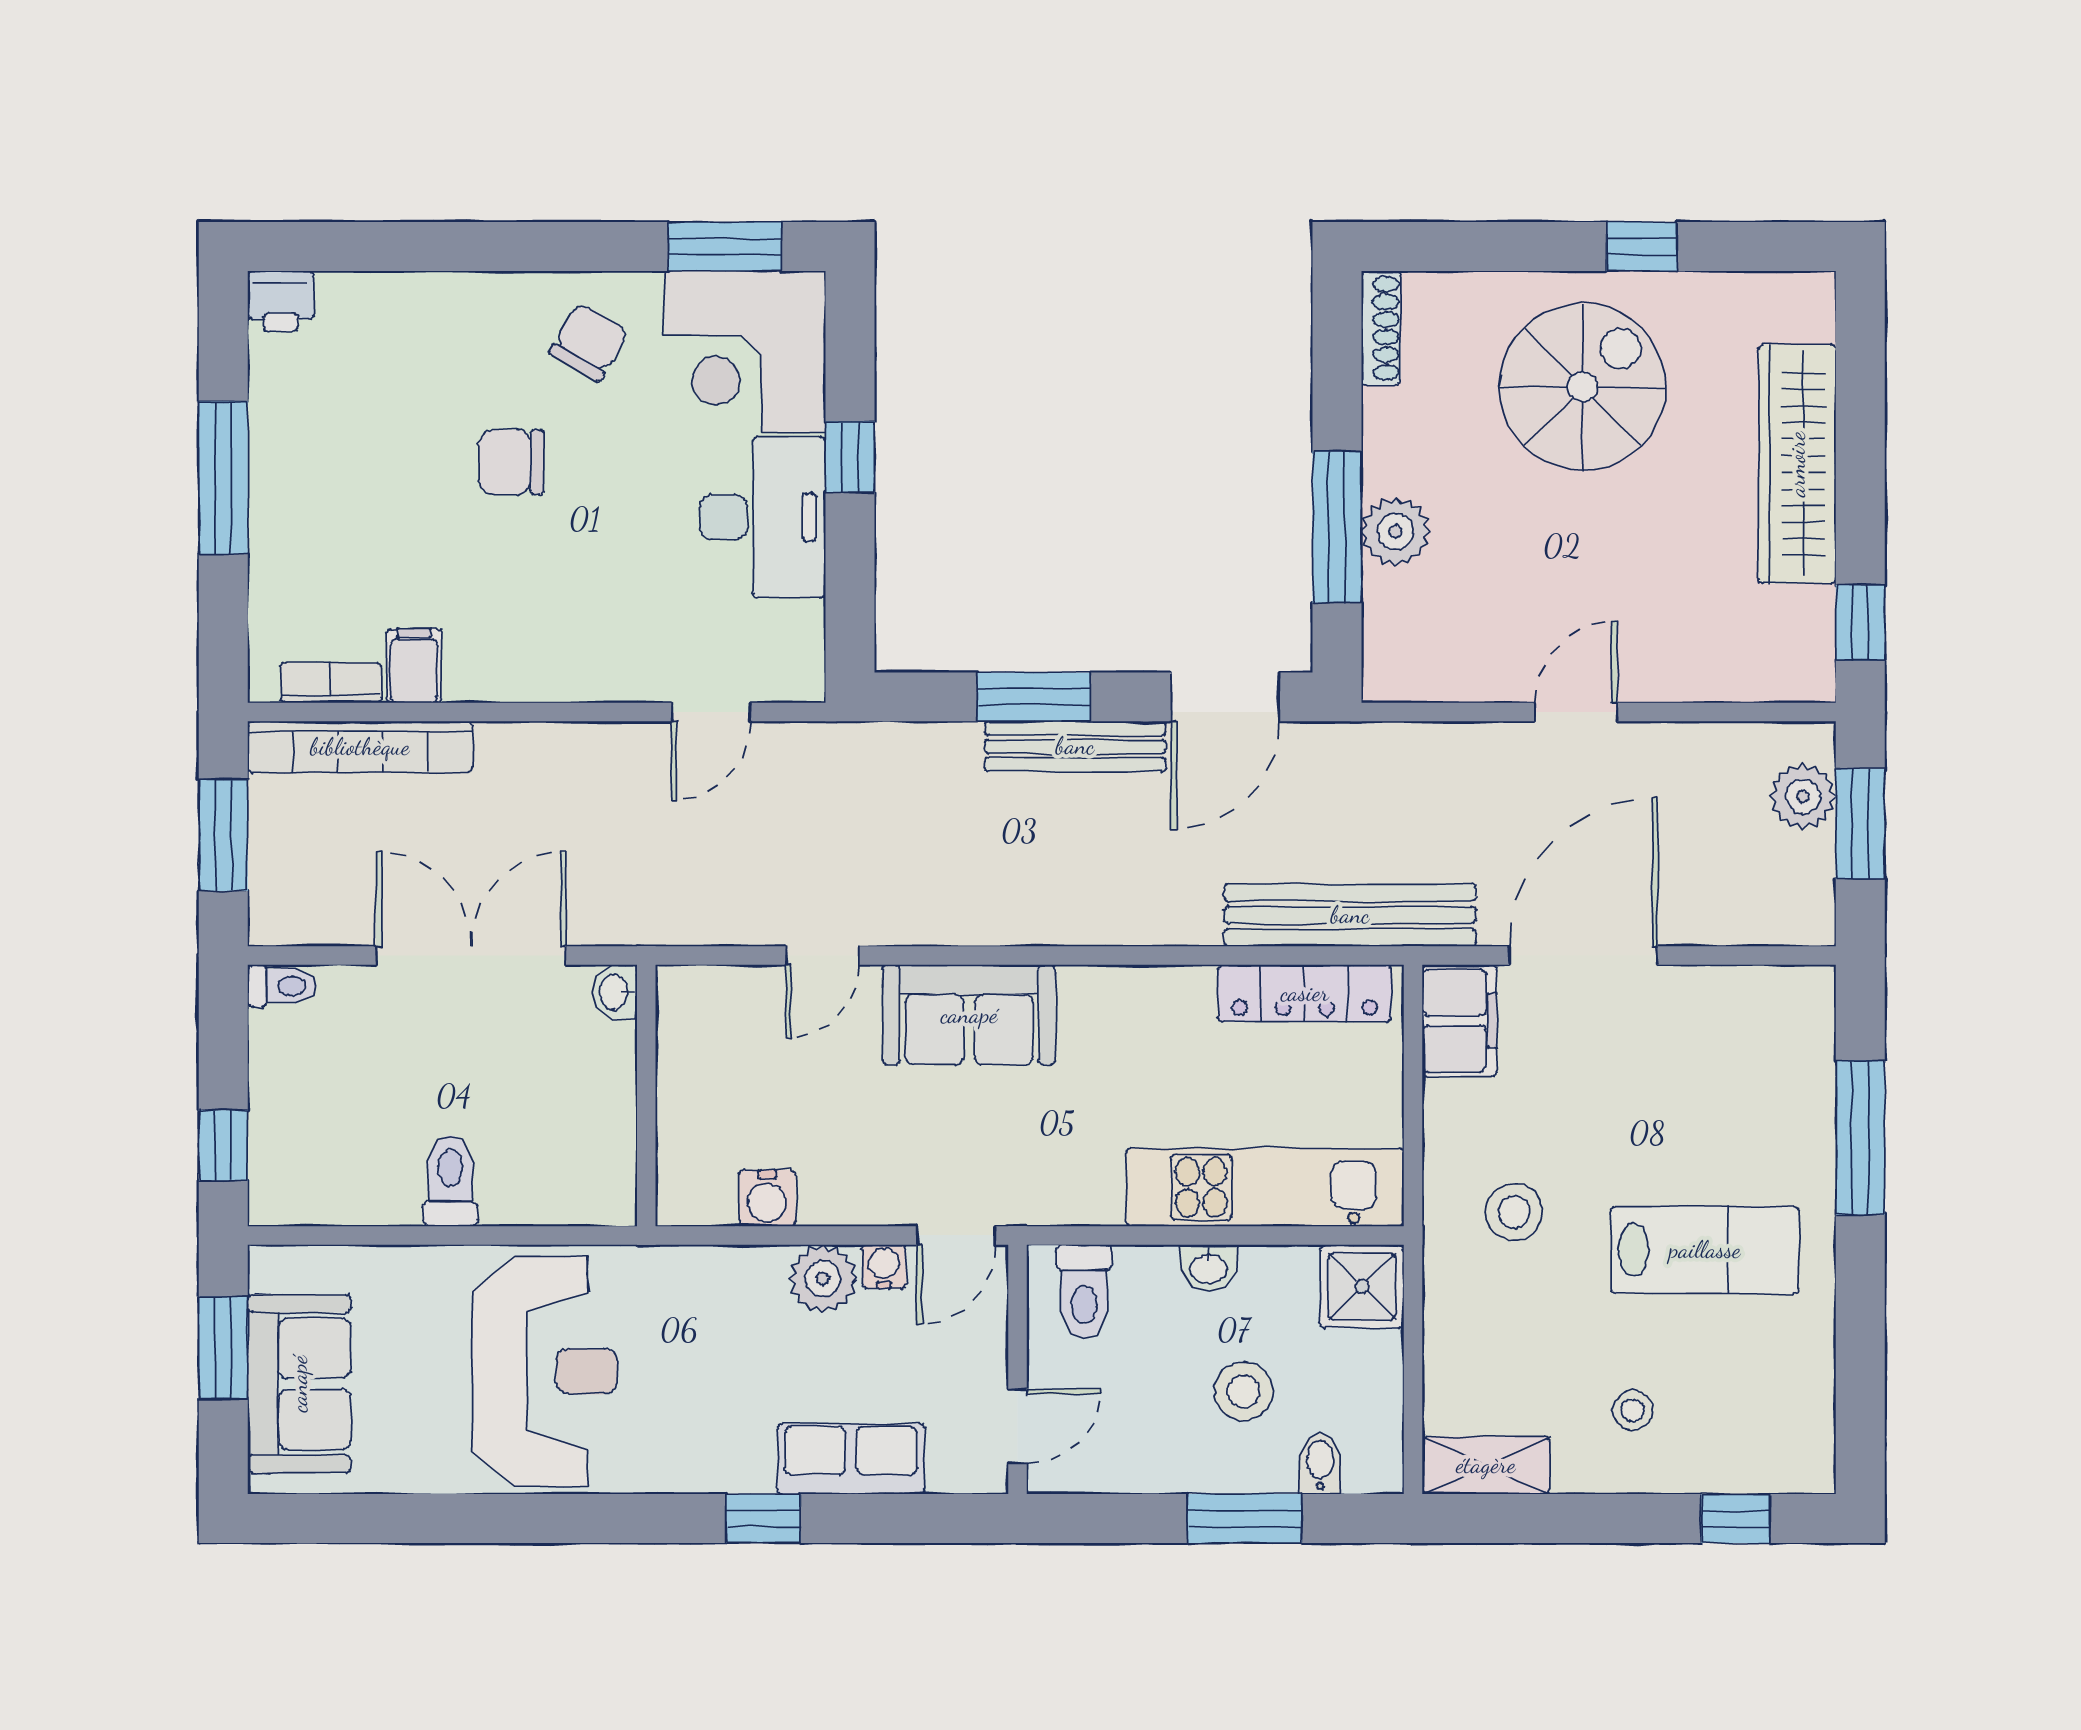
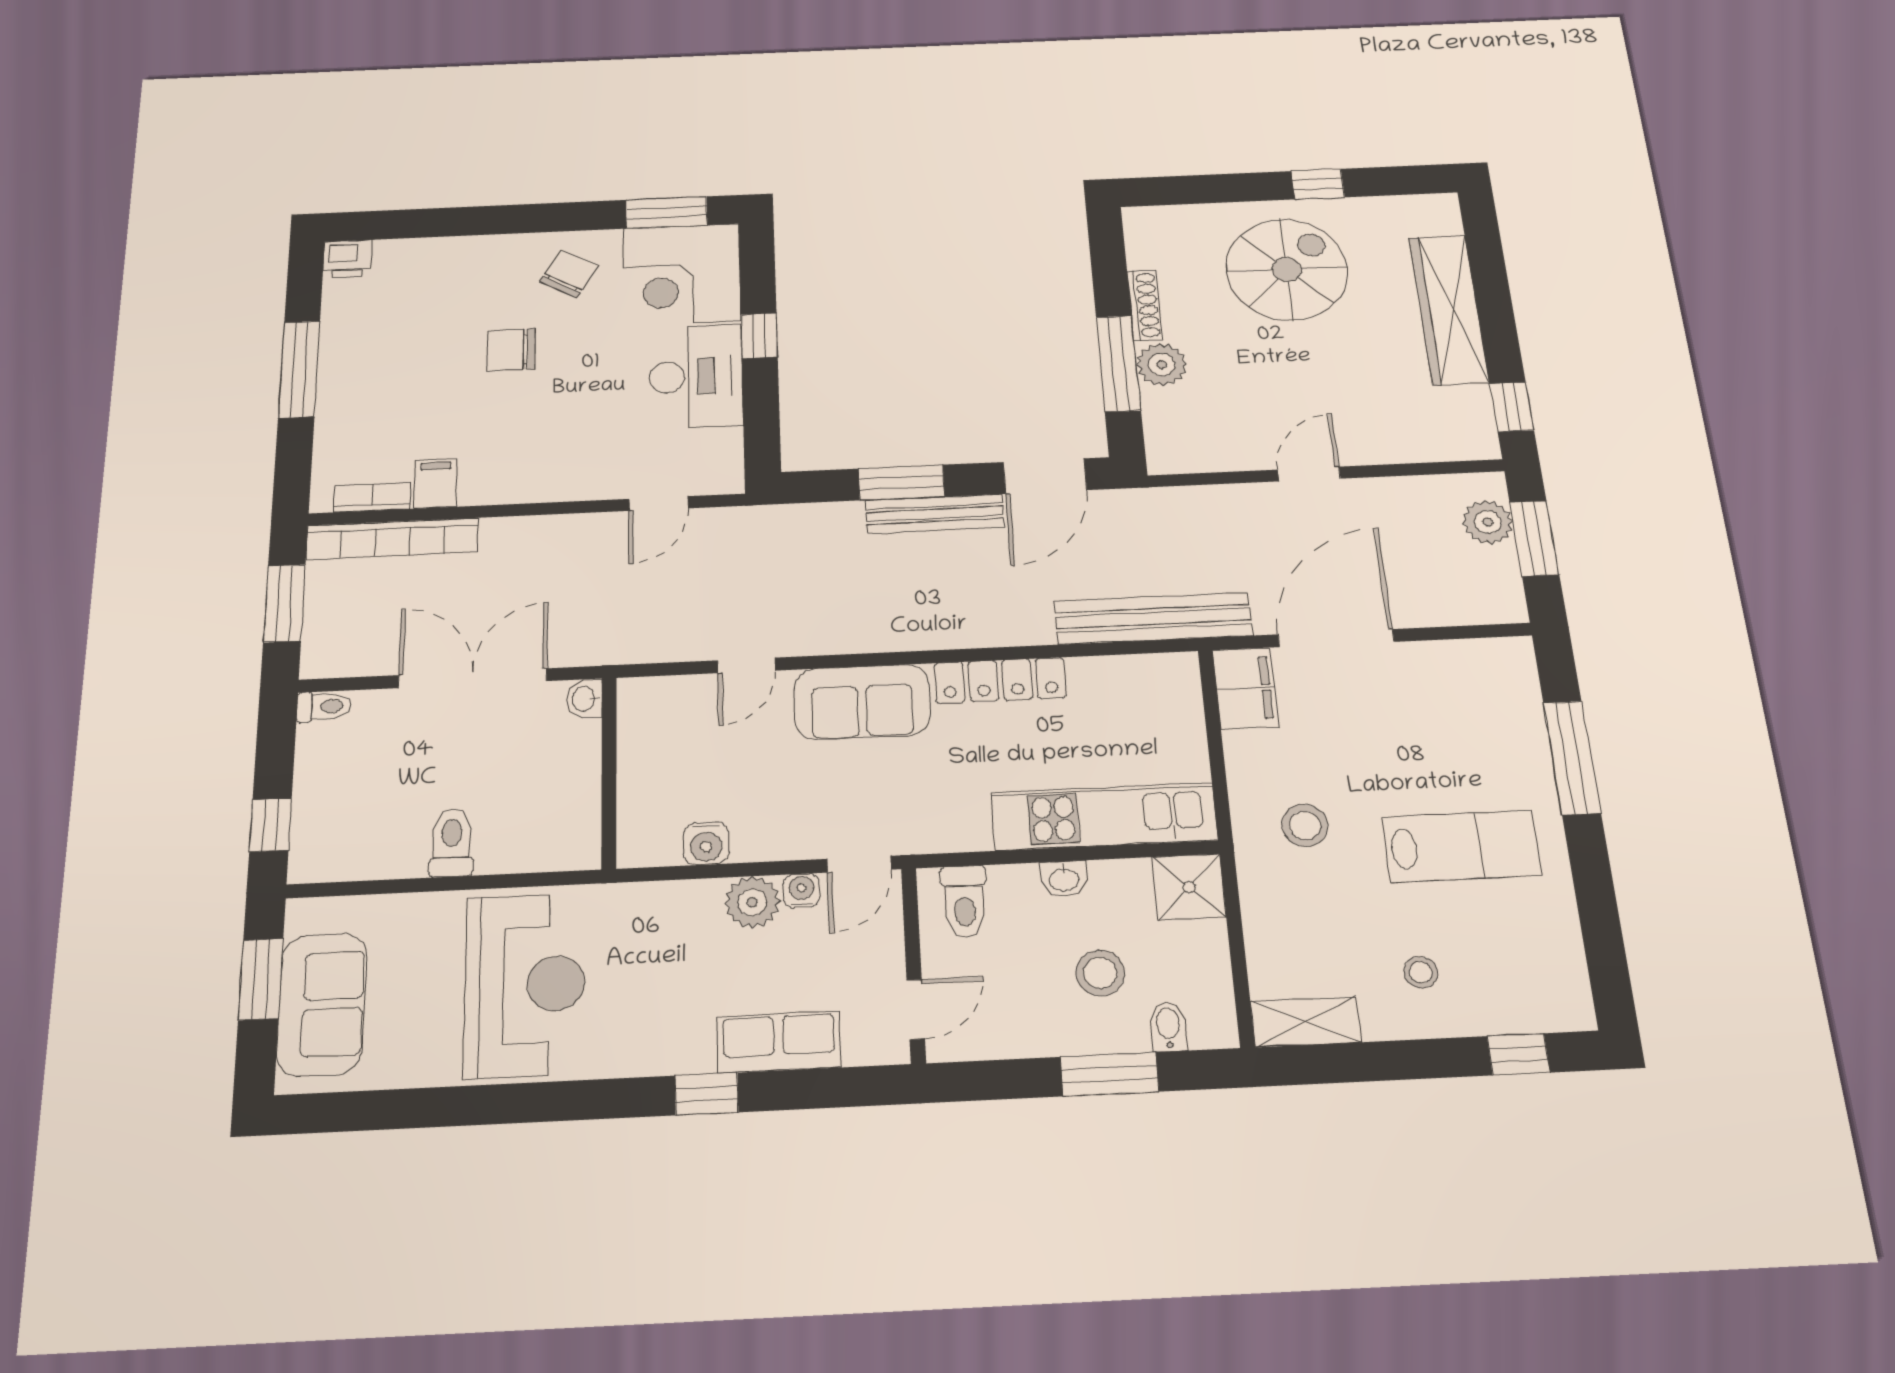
shoe rack: (1381, 328) -> (1145, 305), moved
locker: (1305, 993) -> (1000, 680), moved

